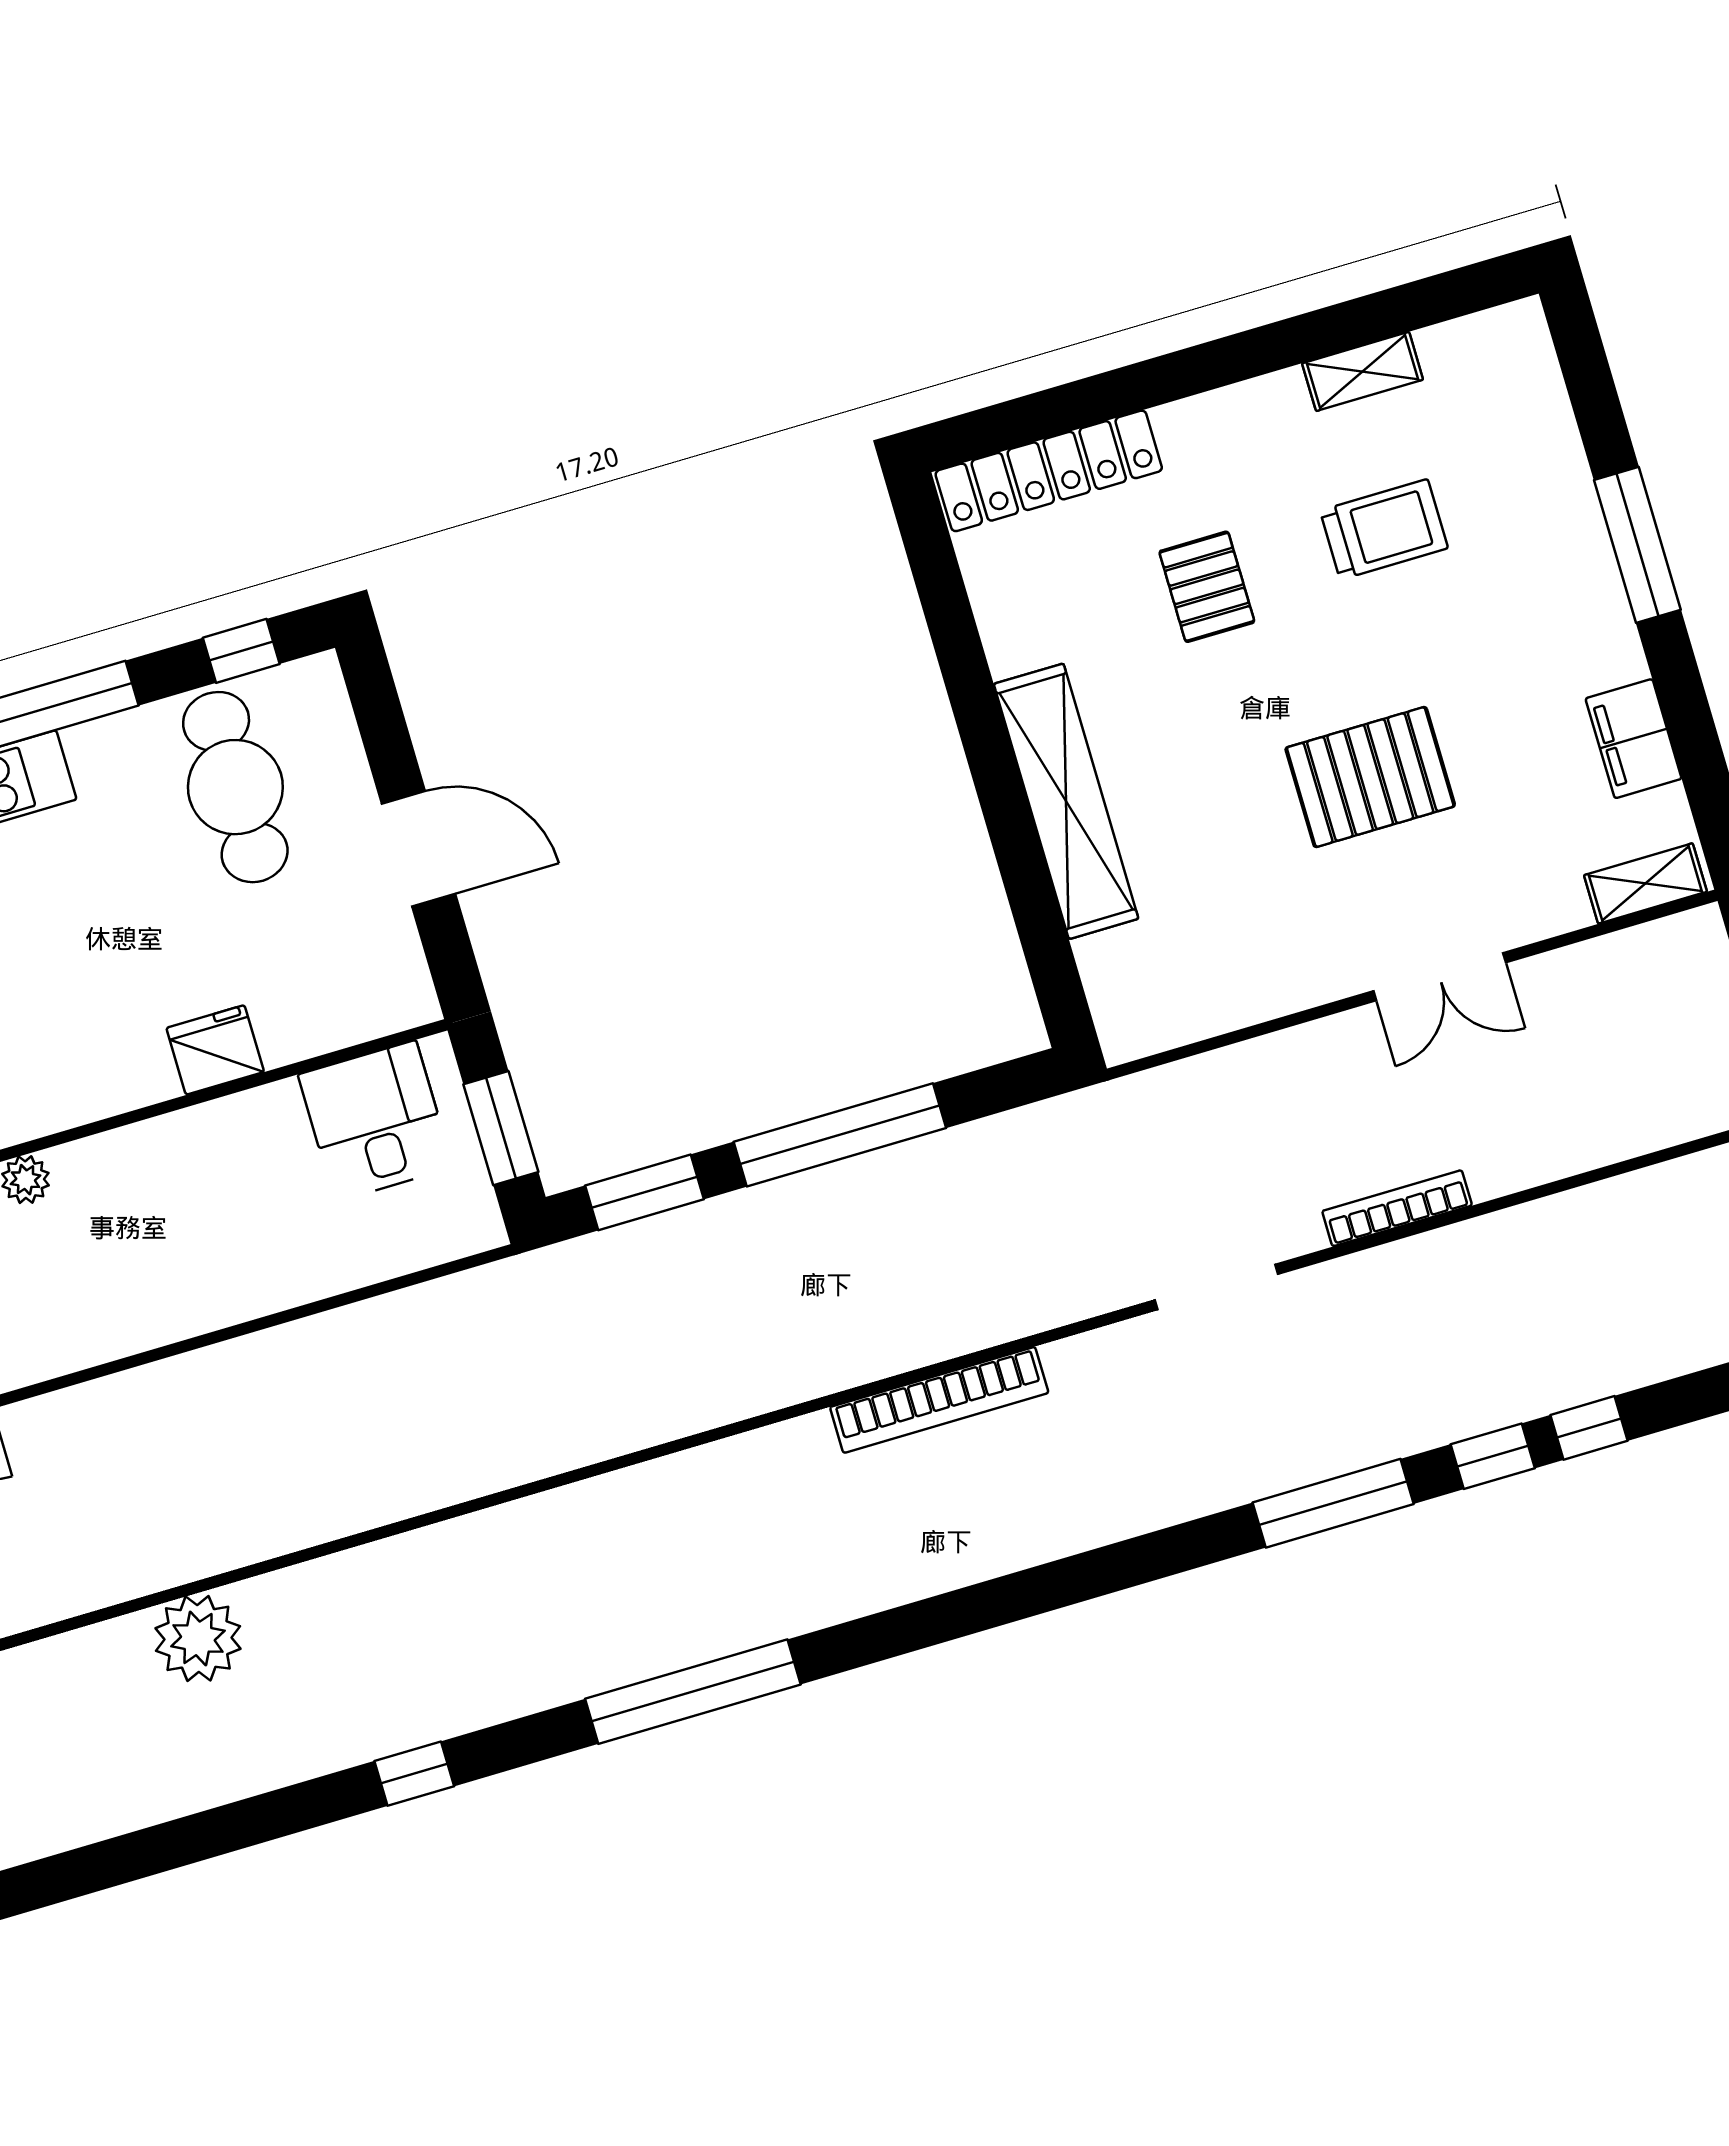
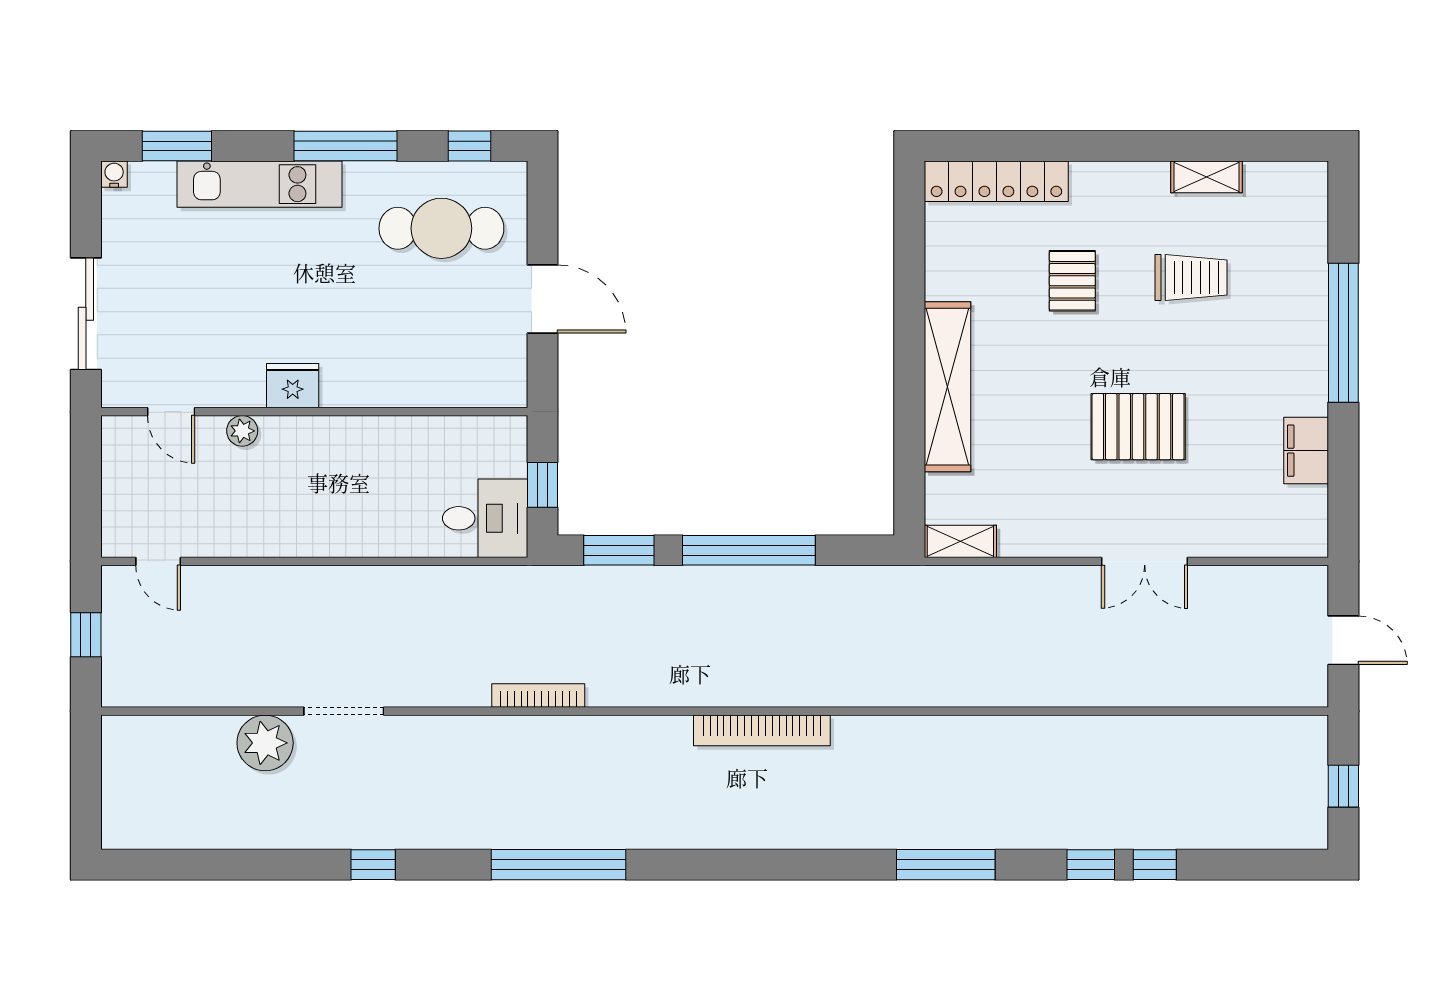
window: (1637, 545) -> (1343, 333), width x1.46
cafe table: (235, 787) -> (441, 228), turned 90
shelving: (1645, 883) -> (960, 541), moved
fridge: (215, 1050) -> (293, 386), moved
desk: (376, 1121) -> (485, 518), moved, turned 90
window: (501, 1128) -> (542, 485), width x0.67
bookcase: (1397, 1208) -> (538, 696), moved
doorway: (1216, 1287) -> (344, 711), moved
window: (1333, 1503) -> (946, 865), moved

